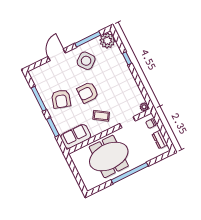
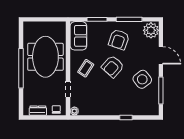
plant: (107, 41) -> (151, 30), moved
armchair: (88, 93) -> (113, 67), turned -138
armchair: (61, 99) -> (119, 39), turned -88

